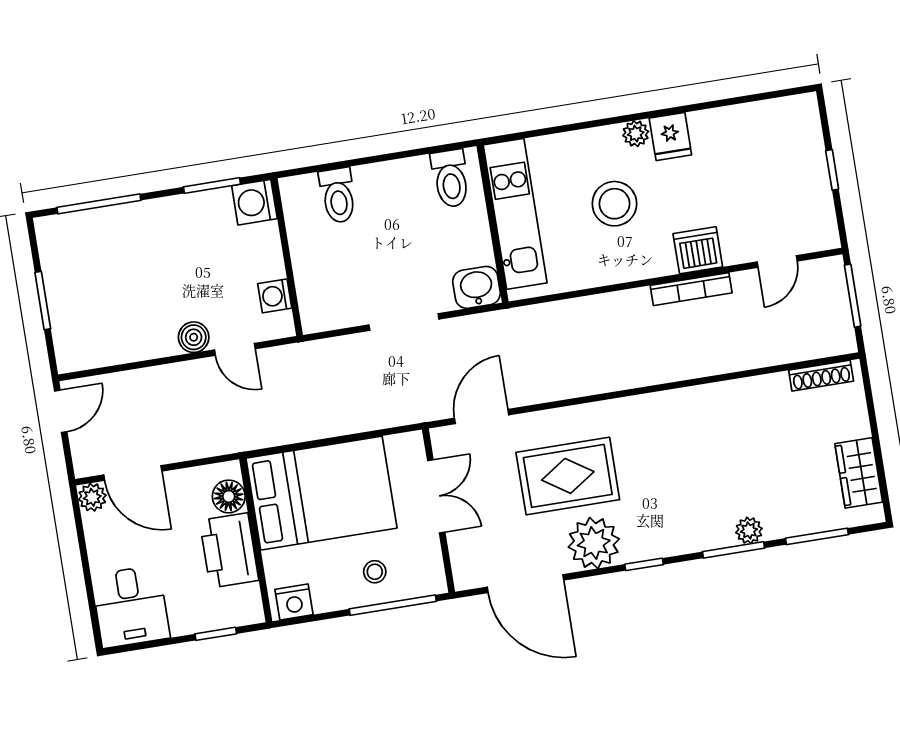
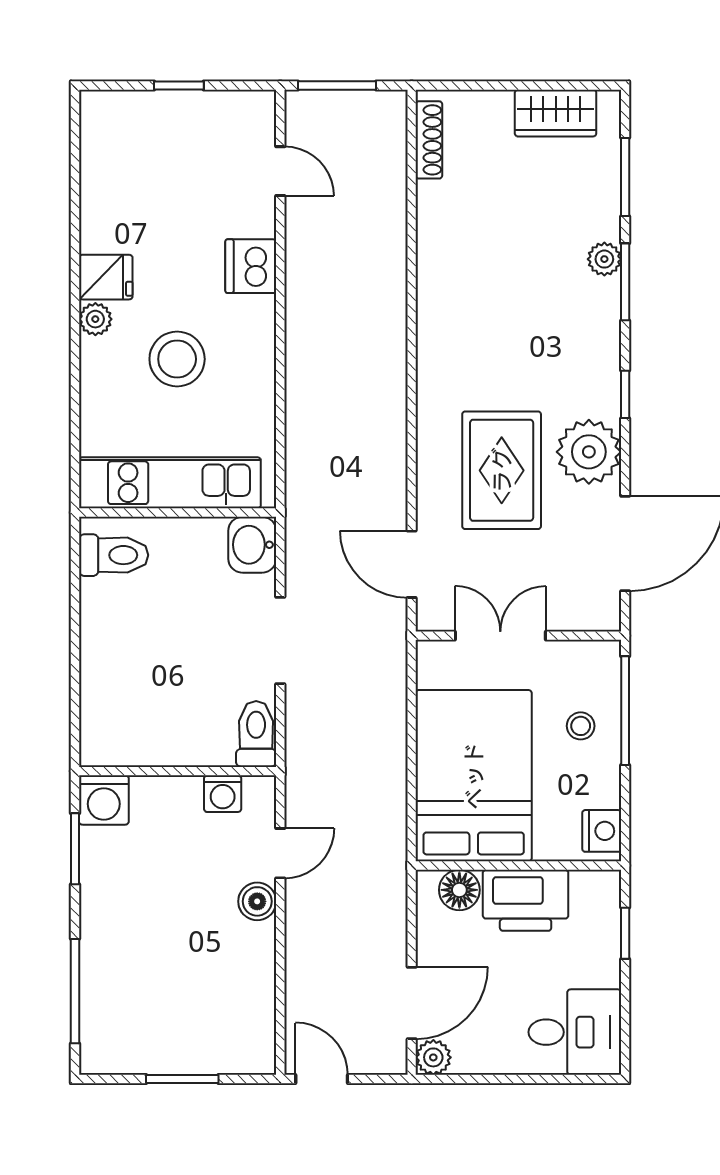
toilet: (338, 195) -> (256, 734), moved, turned -90
bookcase: (691, 289) -> (297, 282), removed

